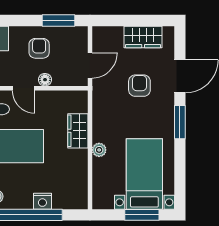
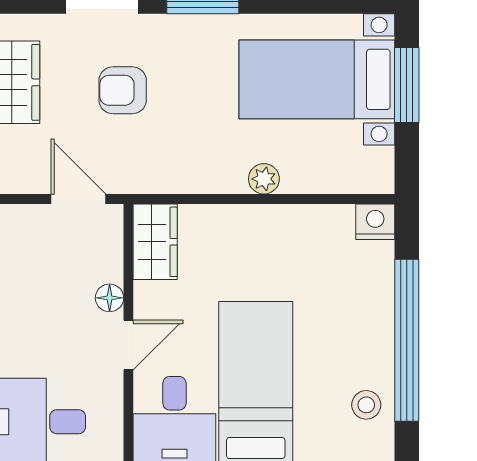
armchair: (39, 48) -> (41, 311), removed
wardrobe: (78, 131) -> (155, 242), moved, turned -90
nightstand: (42, 201) -> (375, 222), moved, turned -90

